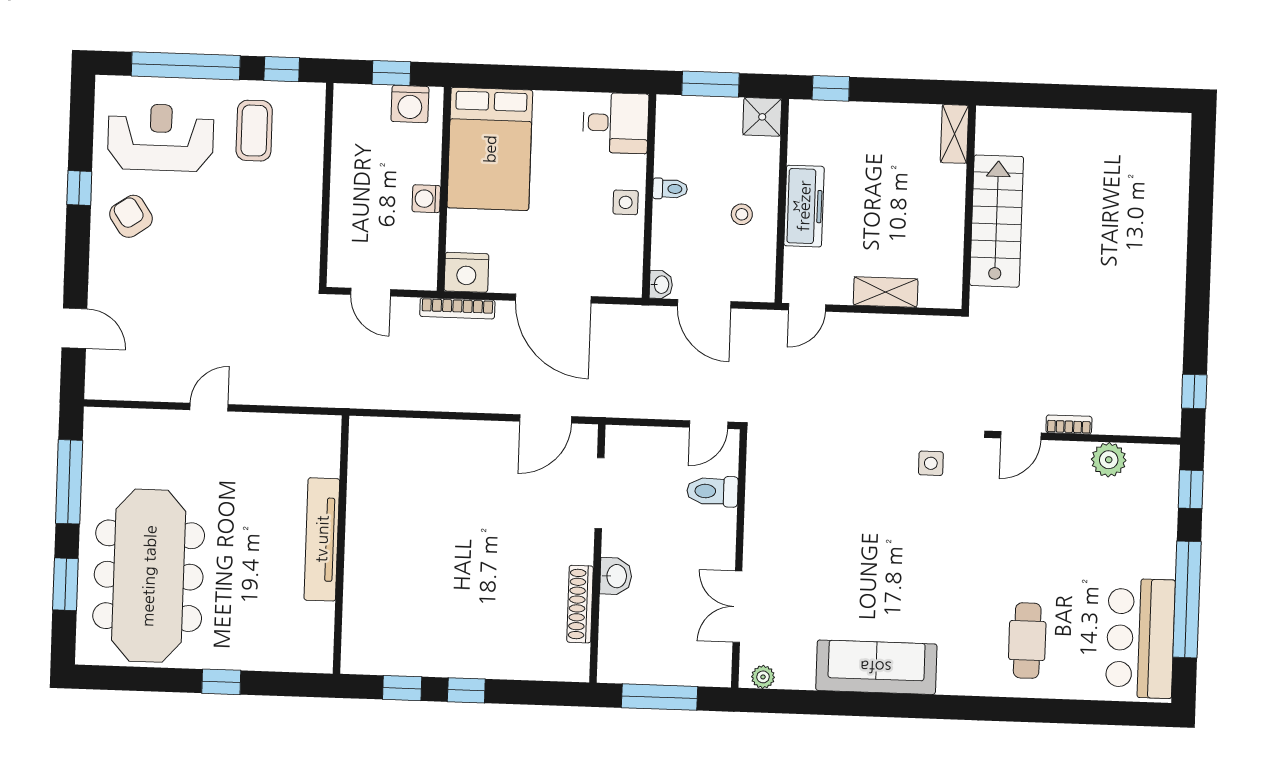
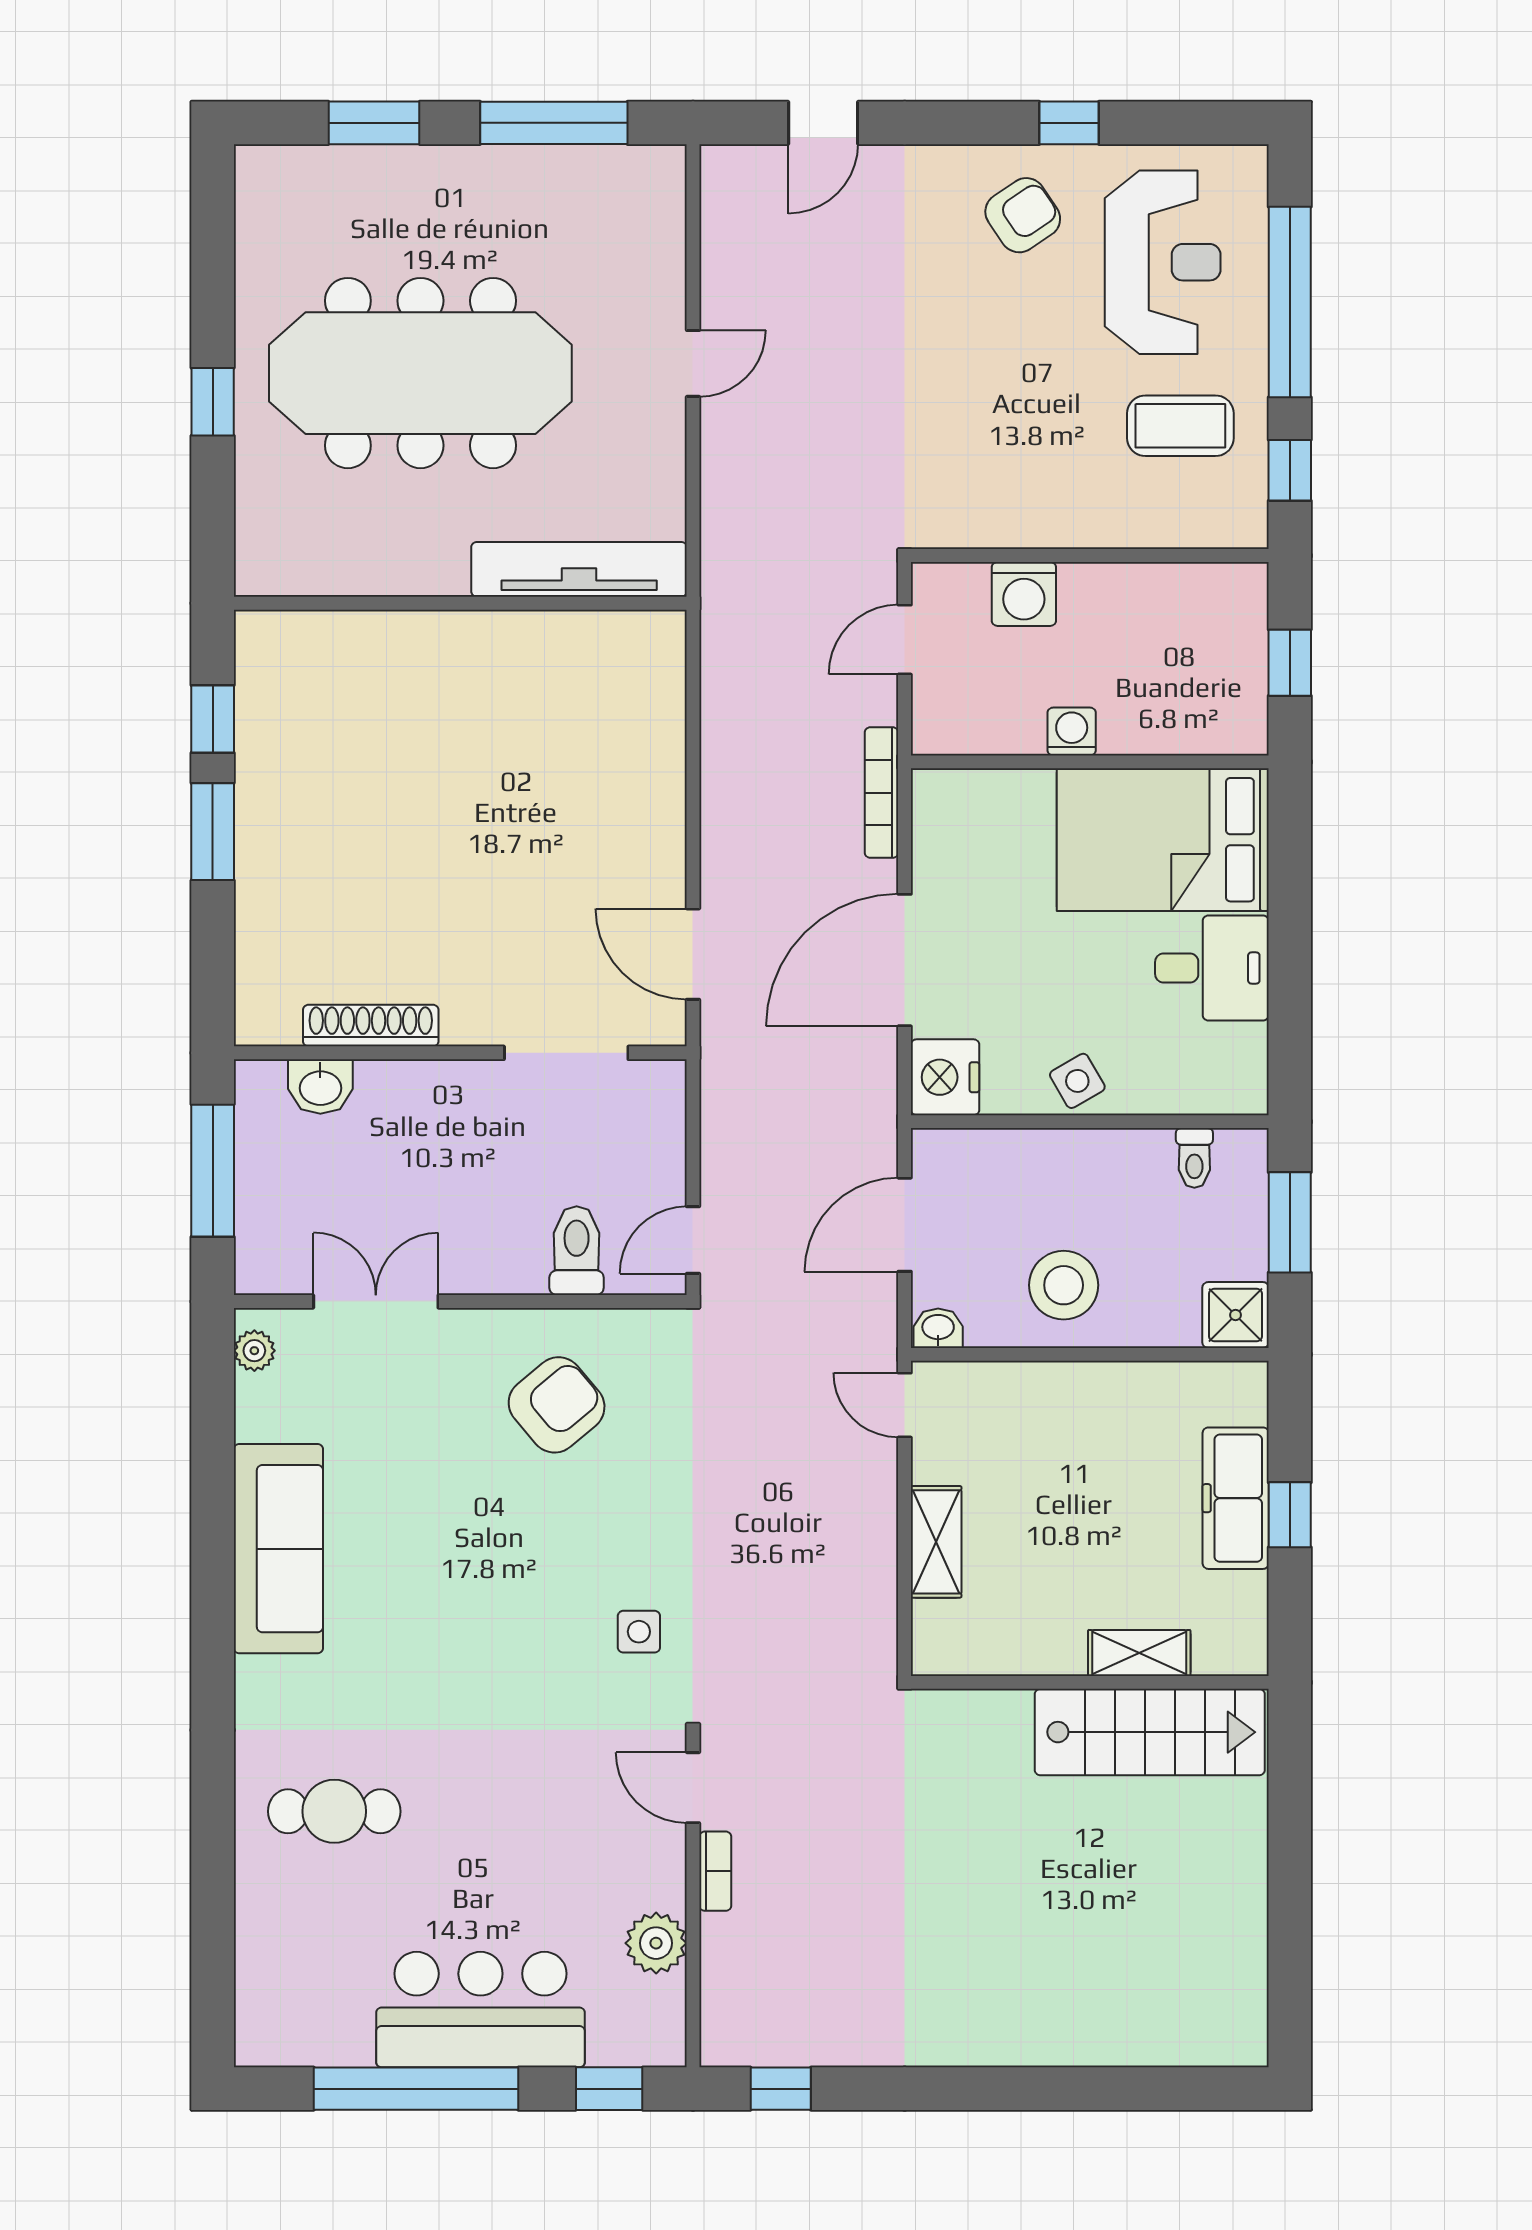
window: (831, 88) -> (1290, 1515), moved
washing machine: (410, 104) -> (1024, 594), moved, turned -90
desk: (616, 123) -> (1212, 968), moved, turned -90
shelving: (955, 134) -> (1139, 1653), moved
toilet: (670, 189) -> (1194, 1158), moved
side table: (626, 202) -> (1077, 1081), turned -30
freezer: (804, 206) -> (1236, 1498), moved, turned 90
stool: (742, 214) -> (1064, 1285), width x1.89, depth x1.89
stairs: (997, 221) -> (1150, 1732), moved
nightstand: (466, 272) -> (945, 1077), moved
washbasin: (661, 285) -> (938, 1328), moved, turned 180
door: (209, 407) -> (693, 363), hinge flipped
door: (709, 425) -> (693, 1240), hinge flipped
armchair: (800, 506) -> (557, 1405), added
tv unit: (322, 539) -> (579, 569), moved
meeting table: (149, 576) -> (420, 373), moved
washbasin: (616, 576) -> (320, 1086), moved
bar counter: (1140, 638) -> (480, 2010), moved
window: (466, 690) -> (213, 832), width x1.50

